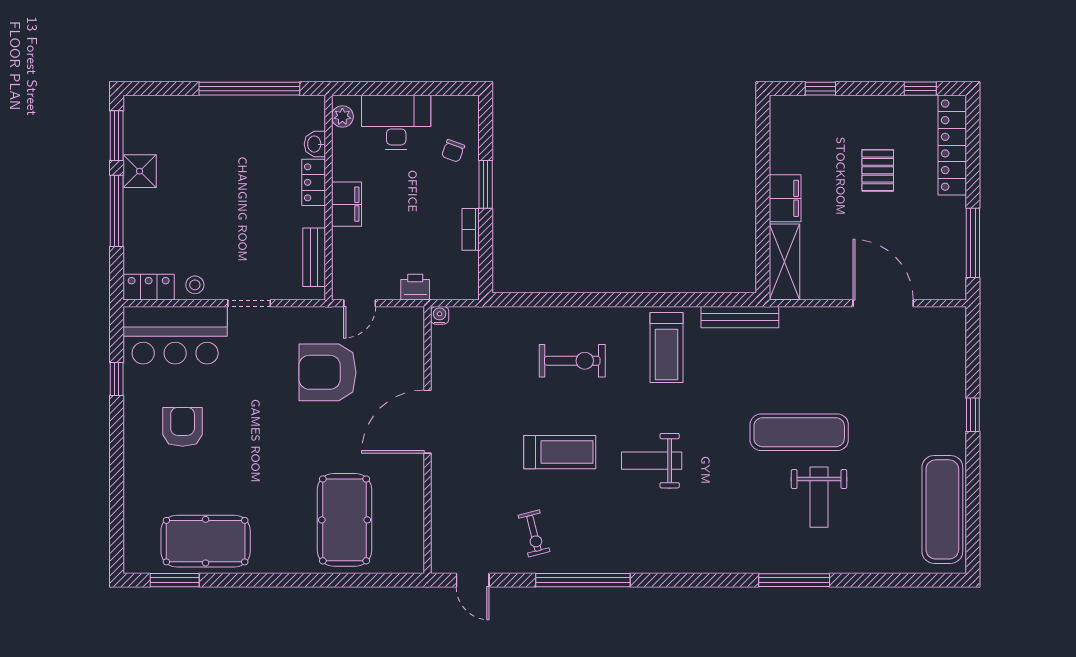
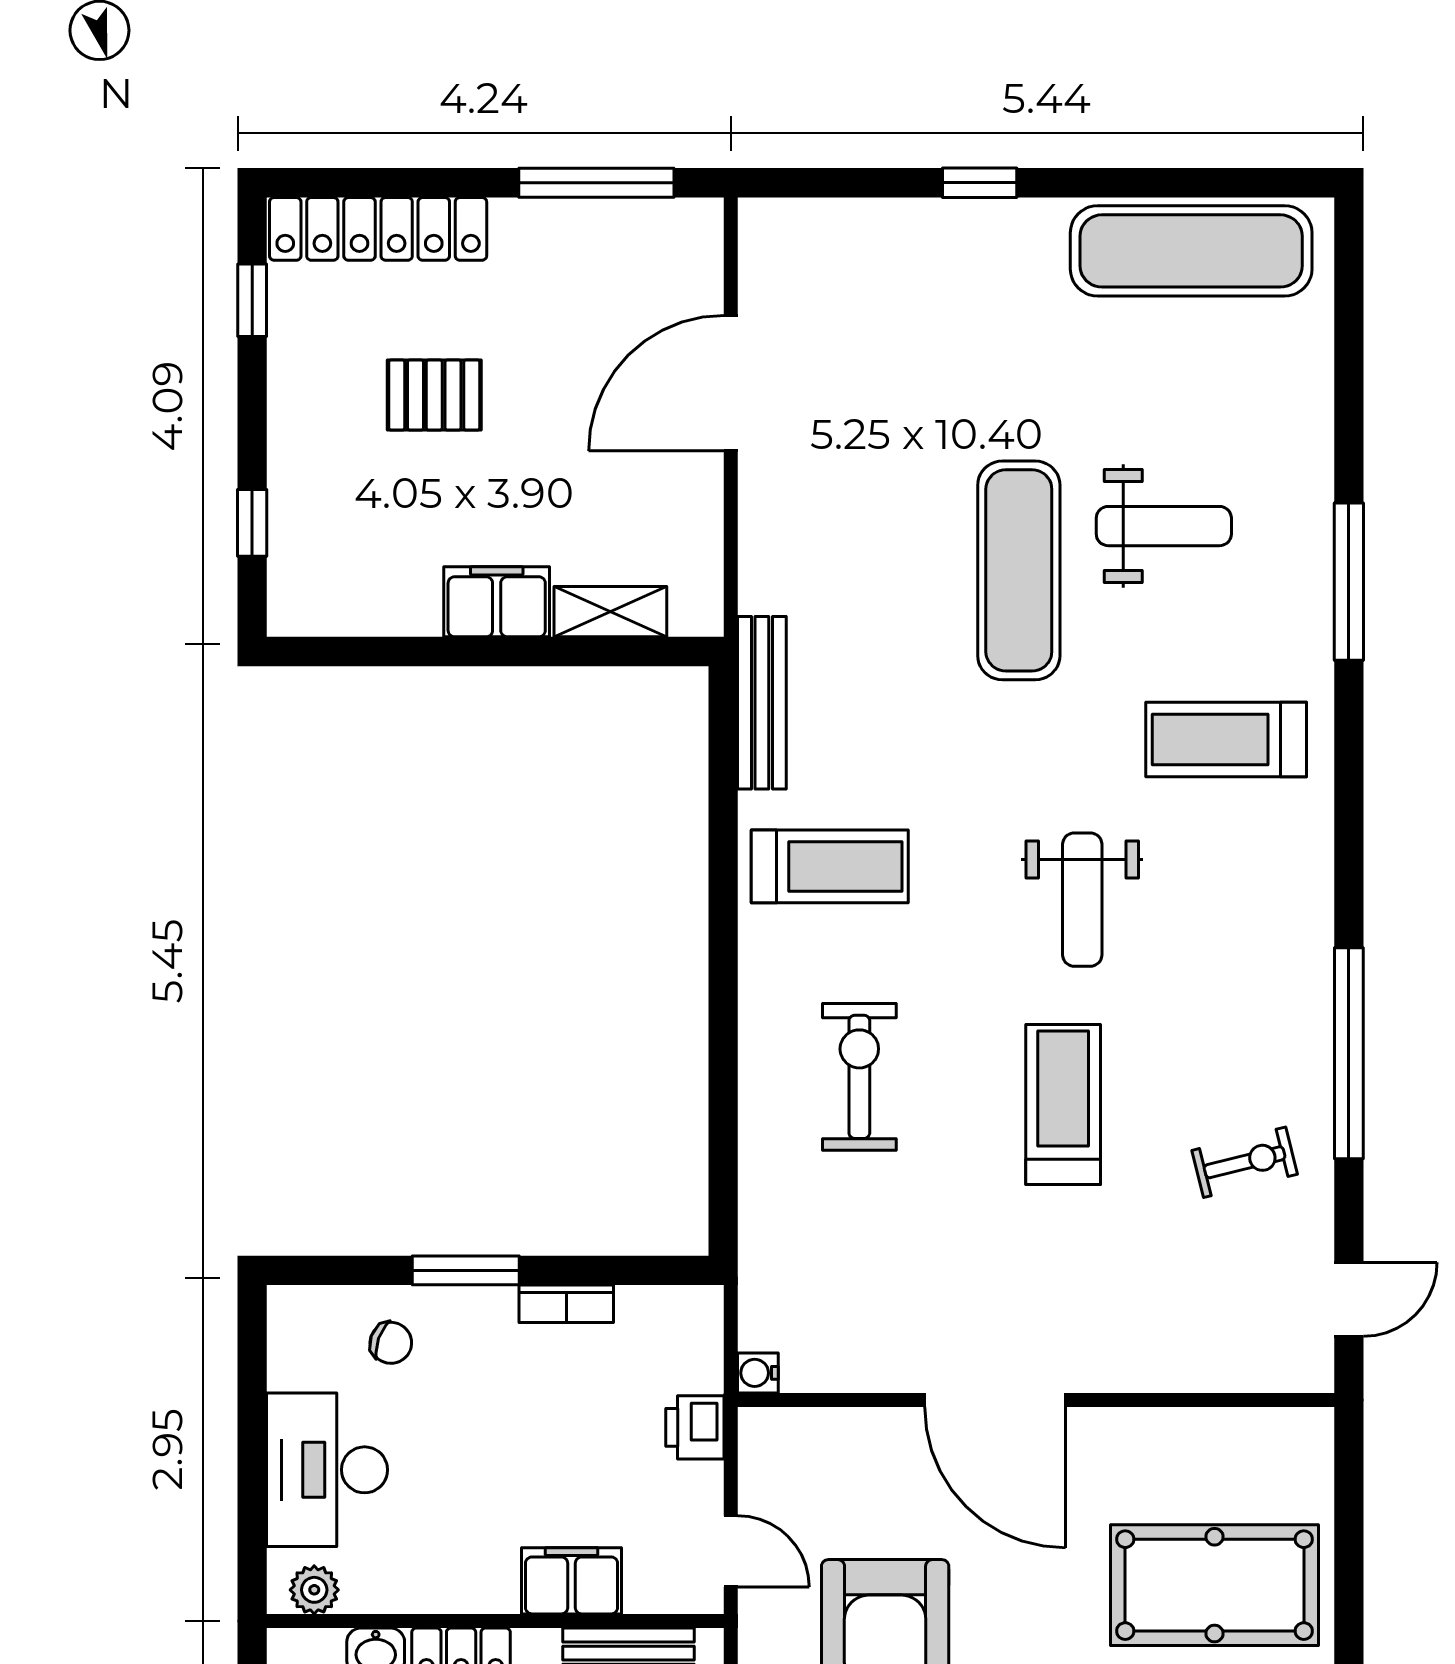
filing cabinet: (346, 204) -> (572, 1581), moved
shelving: (784, 262) -> (610, 612), width x0.67, depth x0.75
treadmill: (723, 525) -> (1226, 740), added

